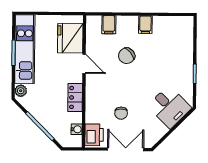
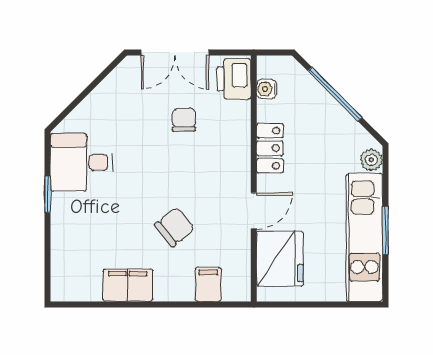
filing cabinet: (145, 25) -> (128, 285), width x2.00
door: (84, 64) -> (254, 211), swing flipped
desk: (169, 107) -> (82, 162), moved, turned -45

